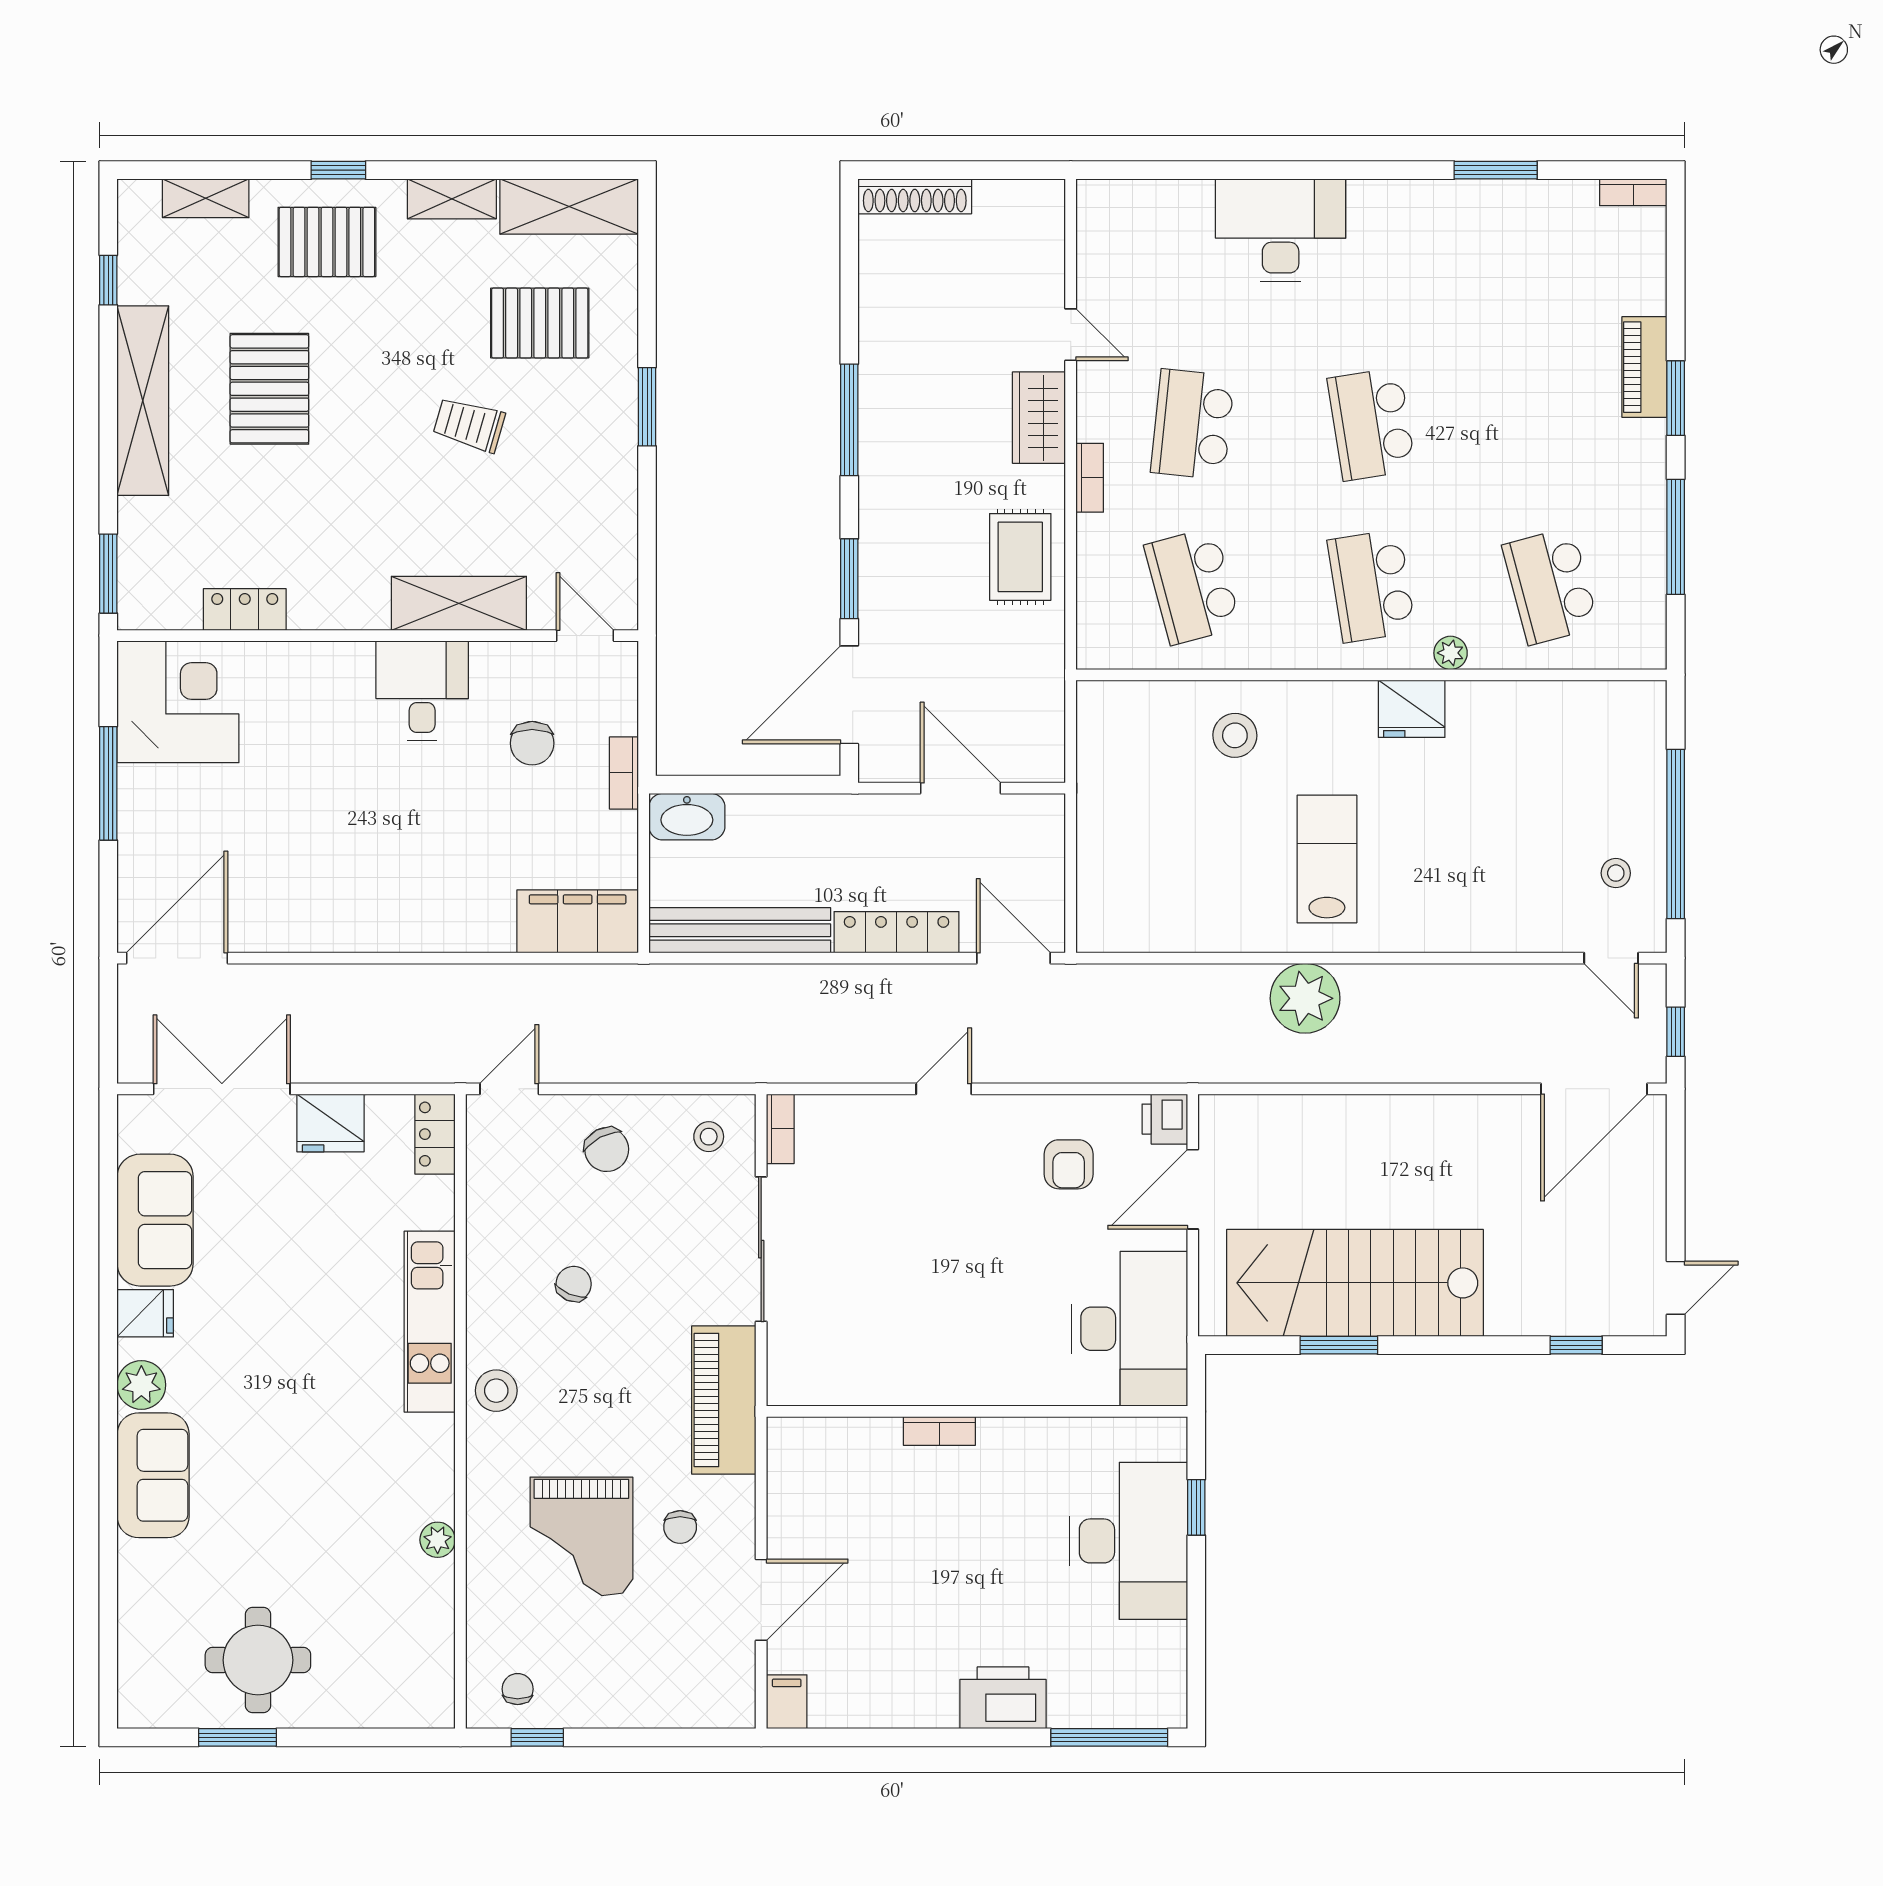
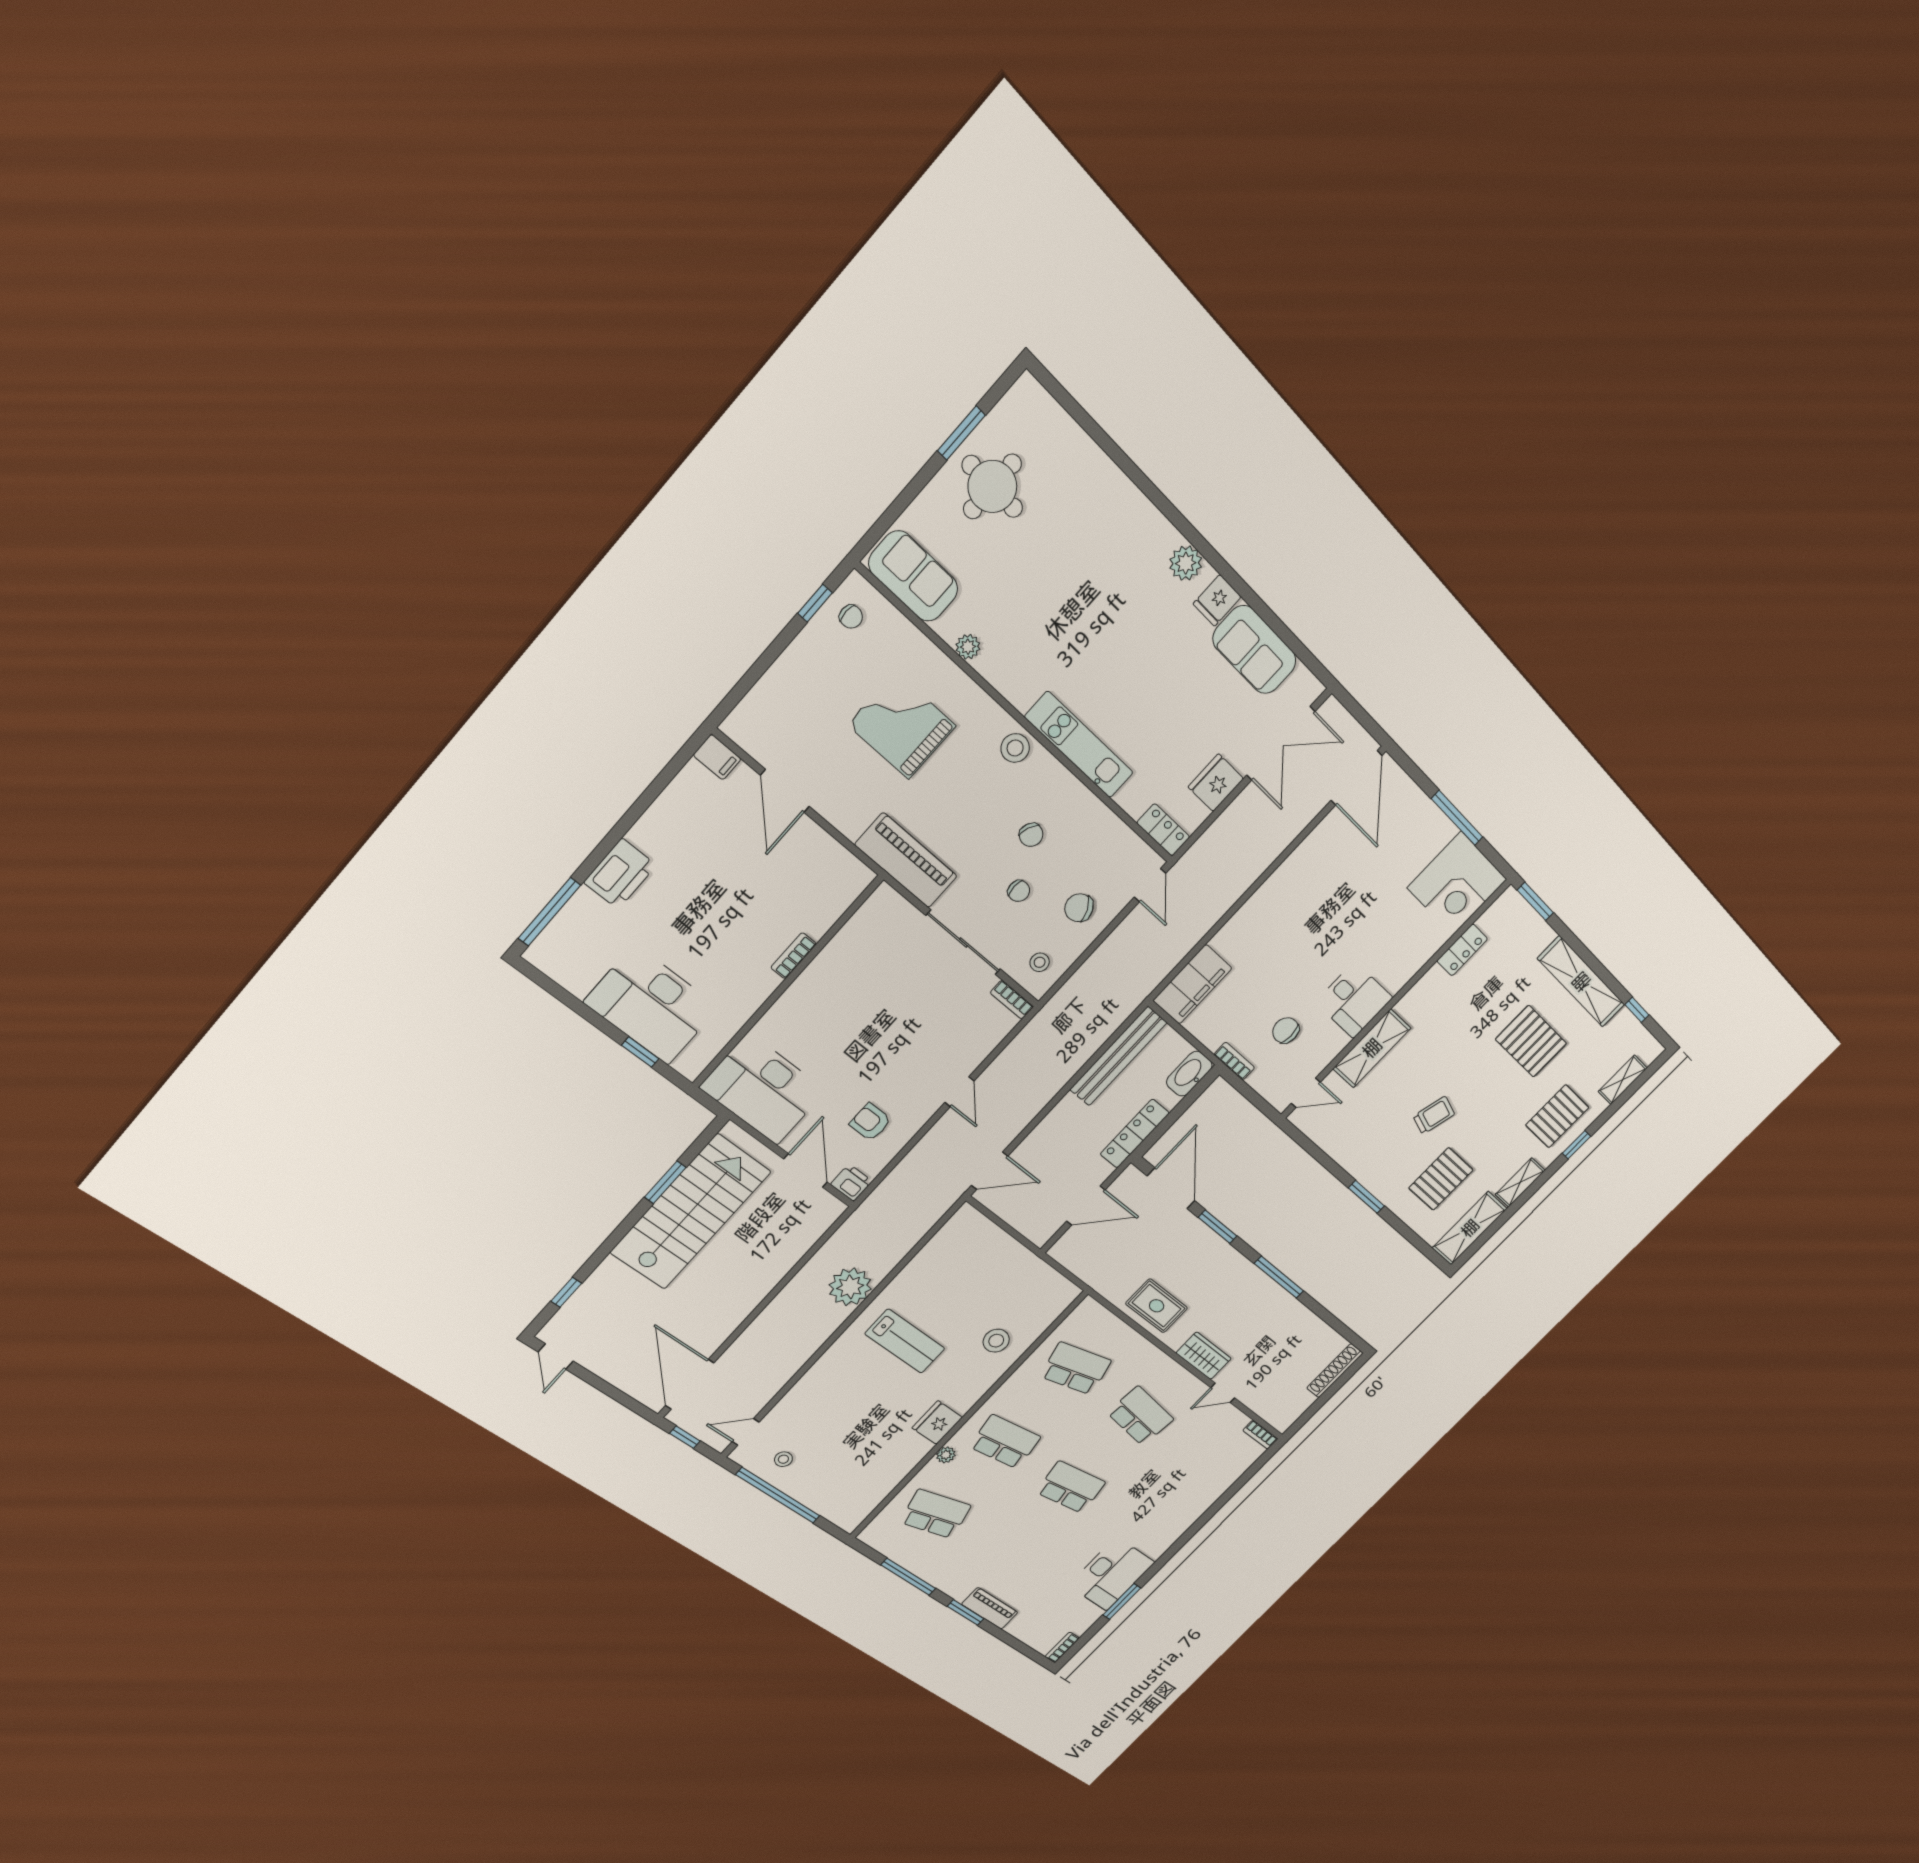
desk: (1281, 230) -> (1112, 1574), moved
bookcase: (1090, 478) -> (1260, 1435), moved
locker: (897, 932) -> (1135, 1134), moved, turned 180
sofa: (153, 1475) -> (913, 576), moved, turned 180
chair: (680, 1527) -> (1019, 891), moved, turned 180

